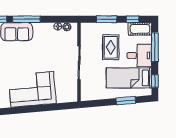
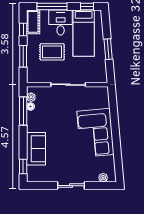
window: (26, 19) -> (23, 111), moved
window: (126, 101) -> (108, 49), moved

